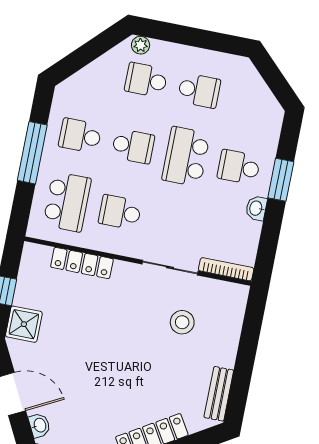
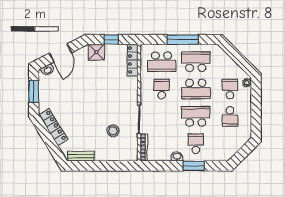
school desk: (80, 136) -> (196, 62), width x1.85
school desk: (133, 146) -> (196, 89), width x1.85
locker: (82, 263) -> (133, 60), moved

